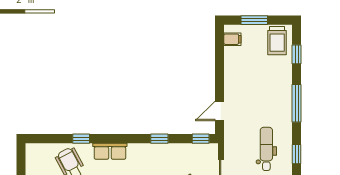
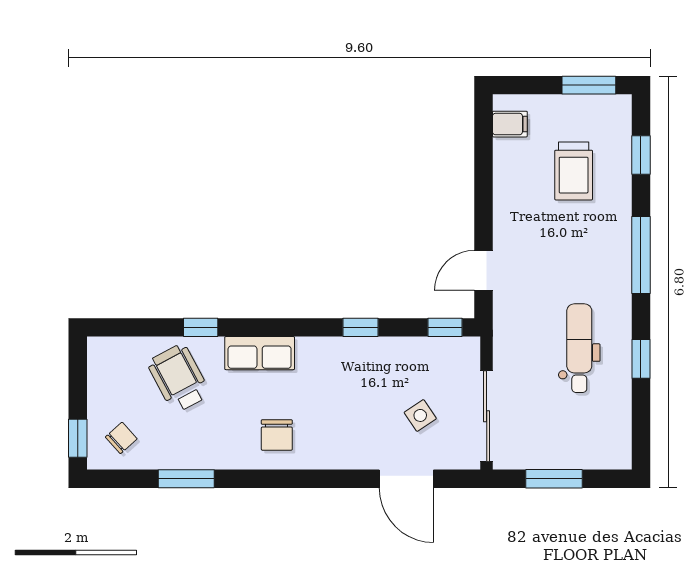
window: (254, 20) -> (589, 85), moved
trolley: (277, 41) -> (574, 171), moved

